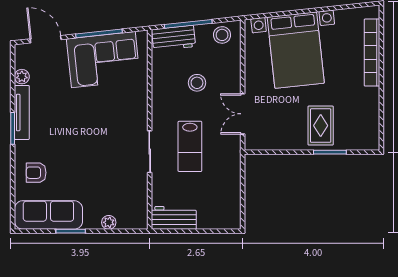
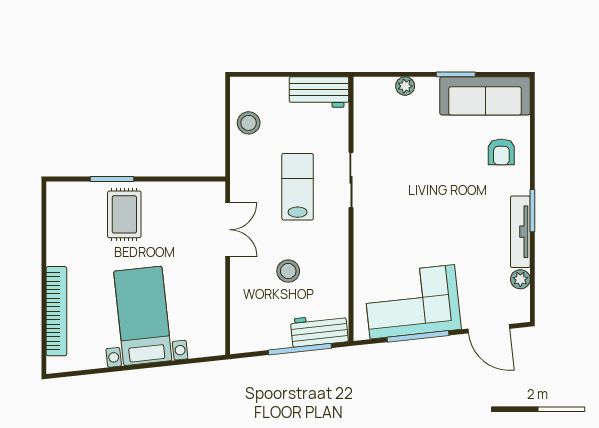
stool: (222, 35) -> (249, 123), moved
bed with nightstands: (296, 50) -> (143, 316), width x0.73
armchair: (36, 173) -> (501, 152), turned 90

